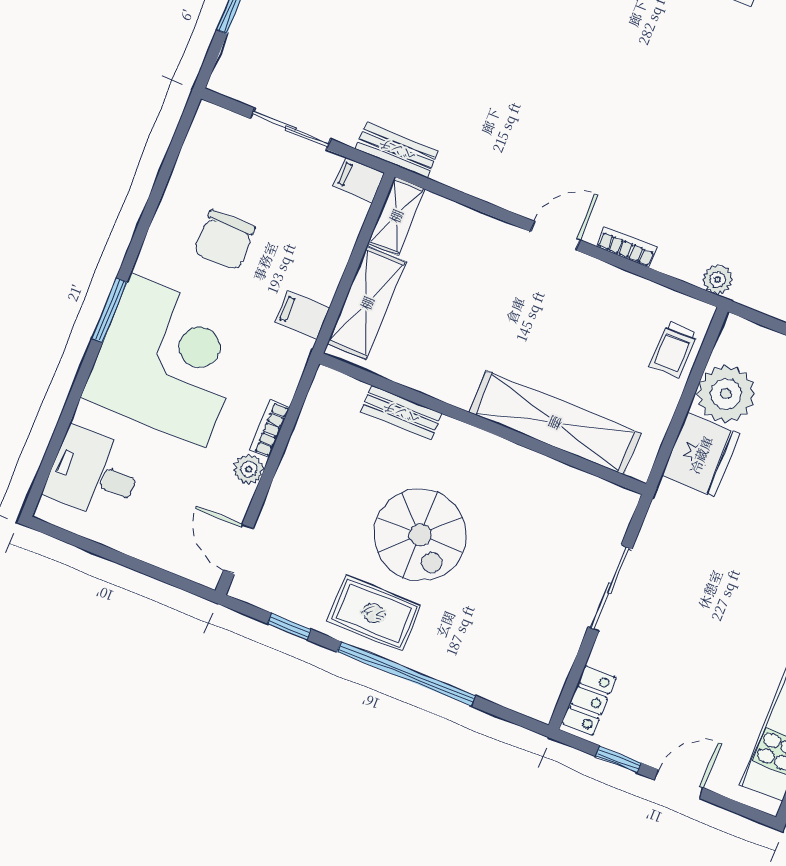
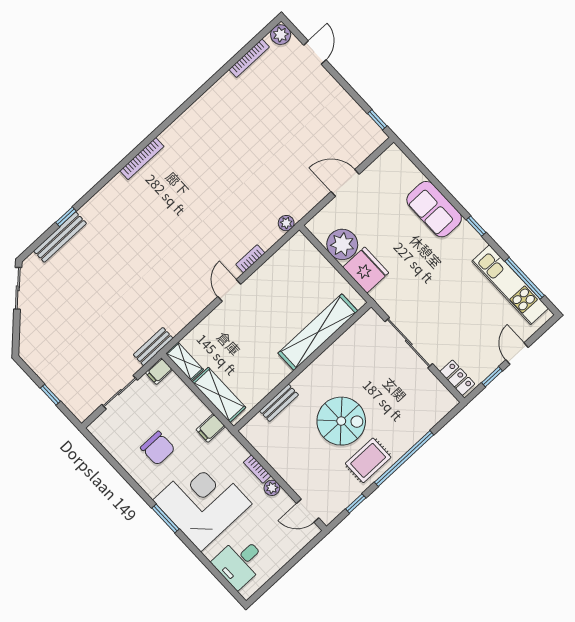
trolley: (674, 350) -> (310, 259), removed
sliding door: (610, 588) -> (409, 343), width x1.37

